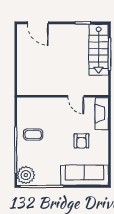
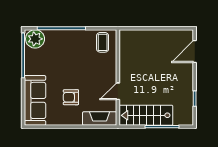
stairs: (99, 50) -> (146, 115), moved
coffee table: (33, 135) -> (103, 42), moved

